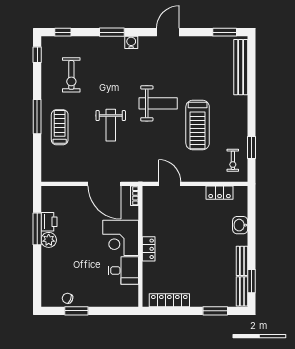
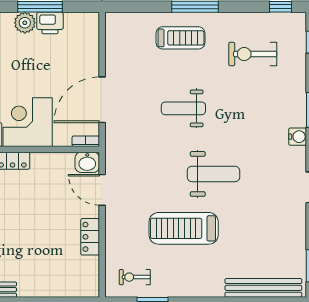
weight bench: (158, 103) -> (213, 174), turned -90
door: (170, 184) -> (102, 190), swing flipped
locker: (220, 193) -> (90, 237), moved
washbasin: (240, 225) -> (87, 162), moved, turned 180

